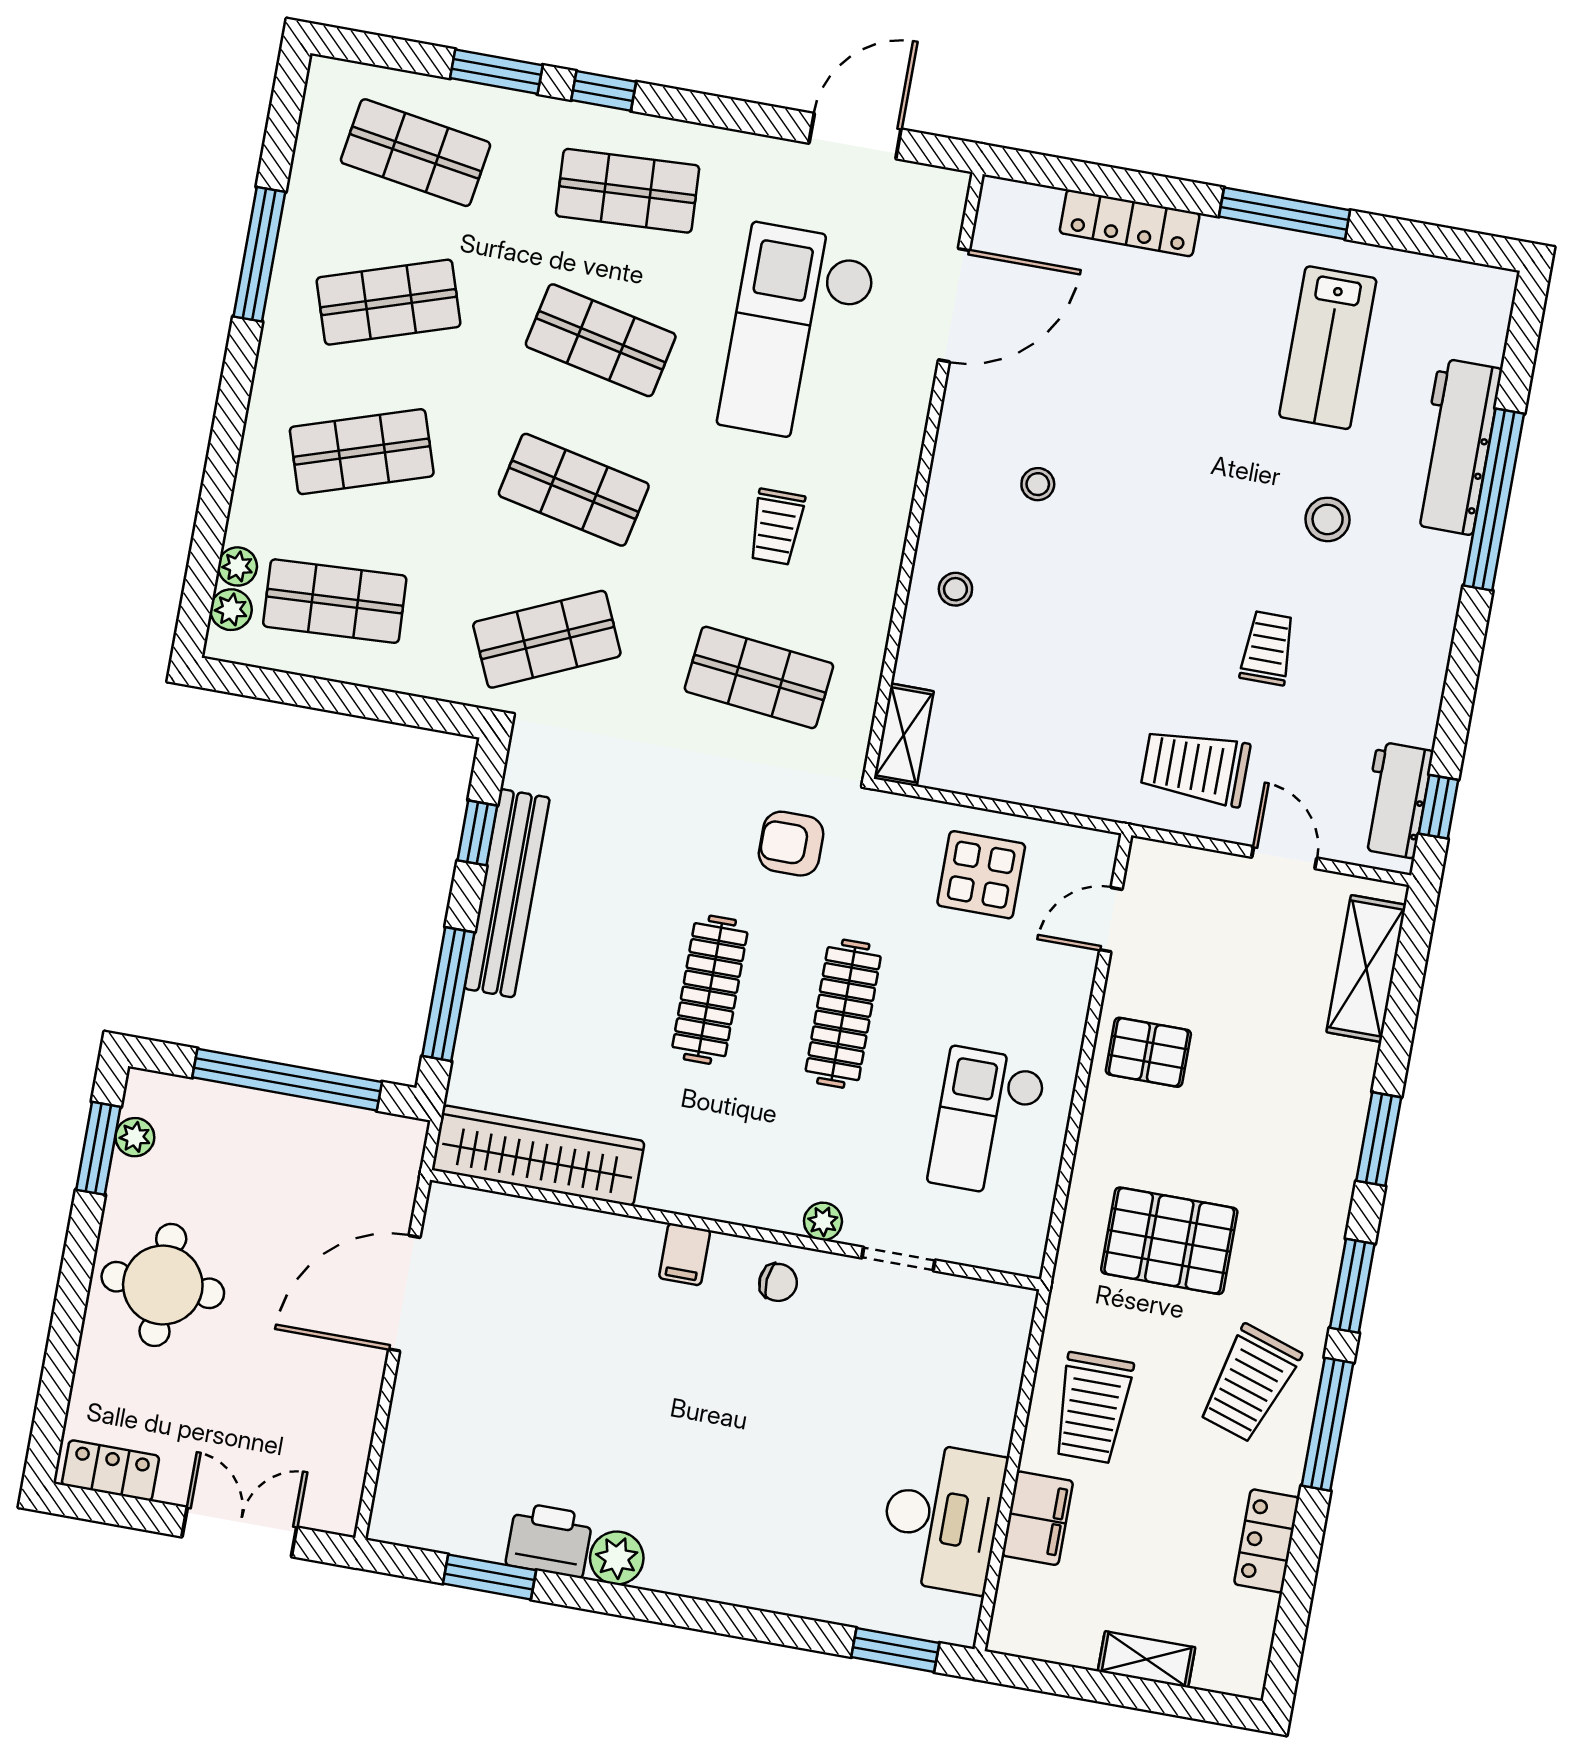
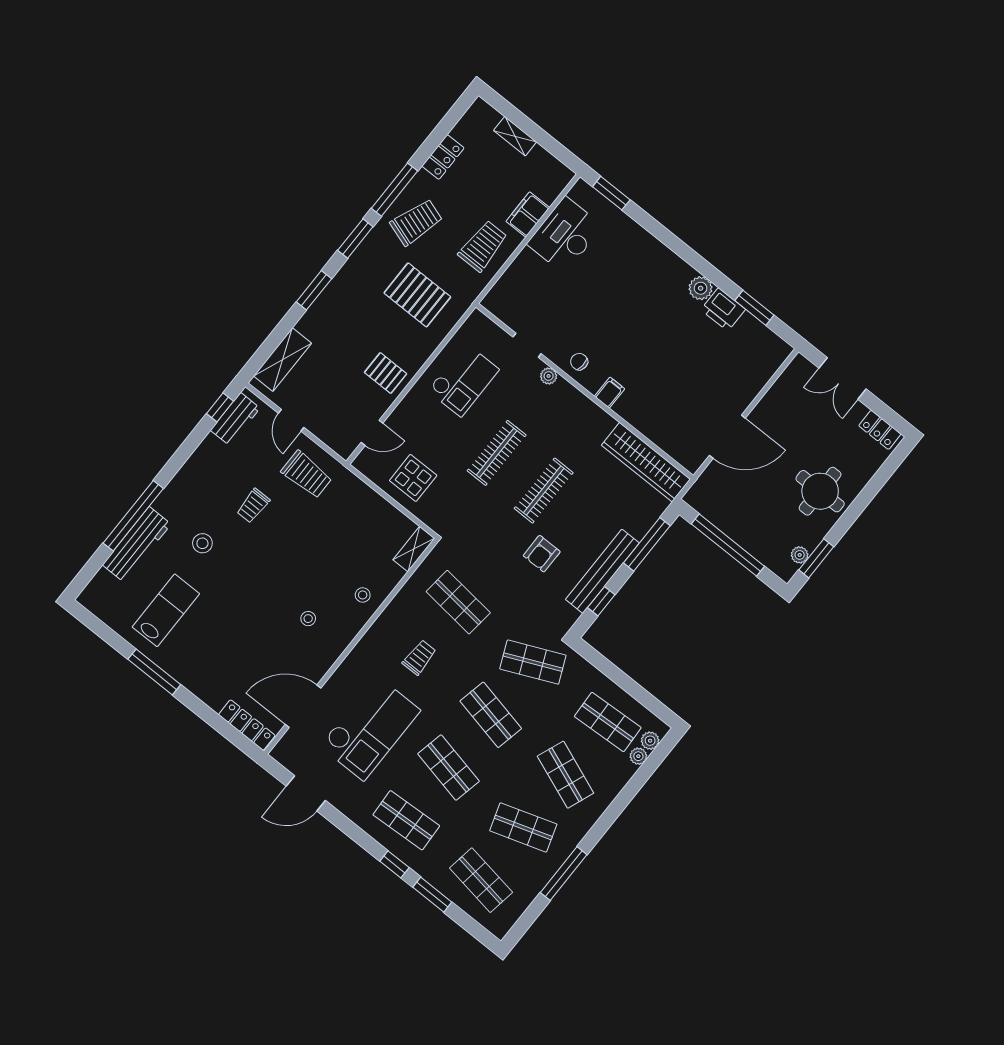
locker: (1130, 223) -> (247, 725), moved
shop shelf: (362, 452) -> (566, 775), turned 39
armchair: (791, 844) -> (542, 554), moved, turned 90

